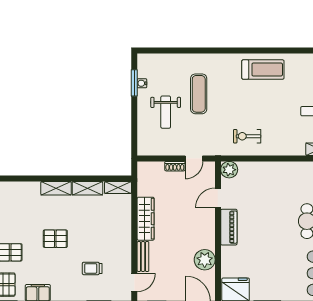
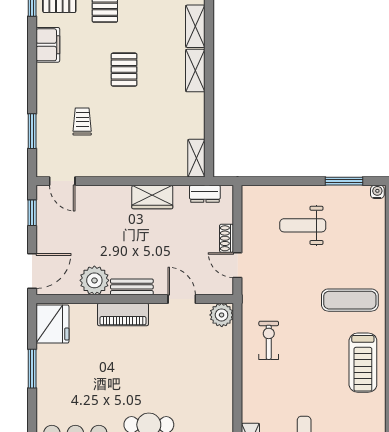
water cooler: (142, 83) -> (377, 192), moved
exercise mat: (199, 94) -> (350, 300), moved
dresser: (143, 181) -> (205, 194), added
shelving: (87, 188) -> (195, 26), moved
wardrobe: (146, 219) -> (152, 197), width x0.67
piano: (229, 227) -> (123, 314), moved
bench: (143, 256) -> (132, 287), moved

